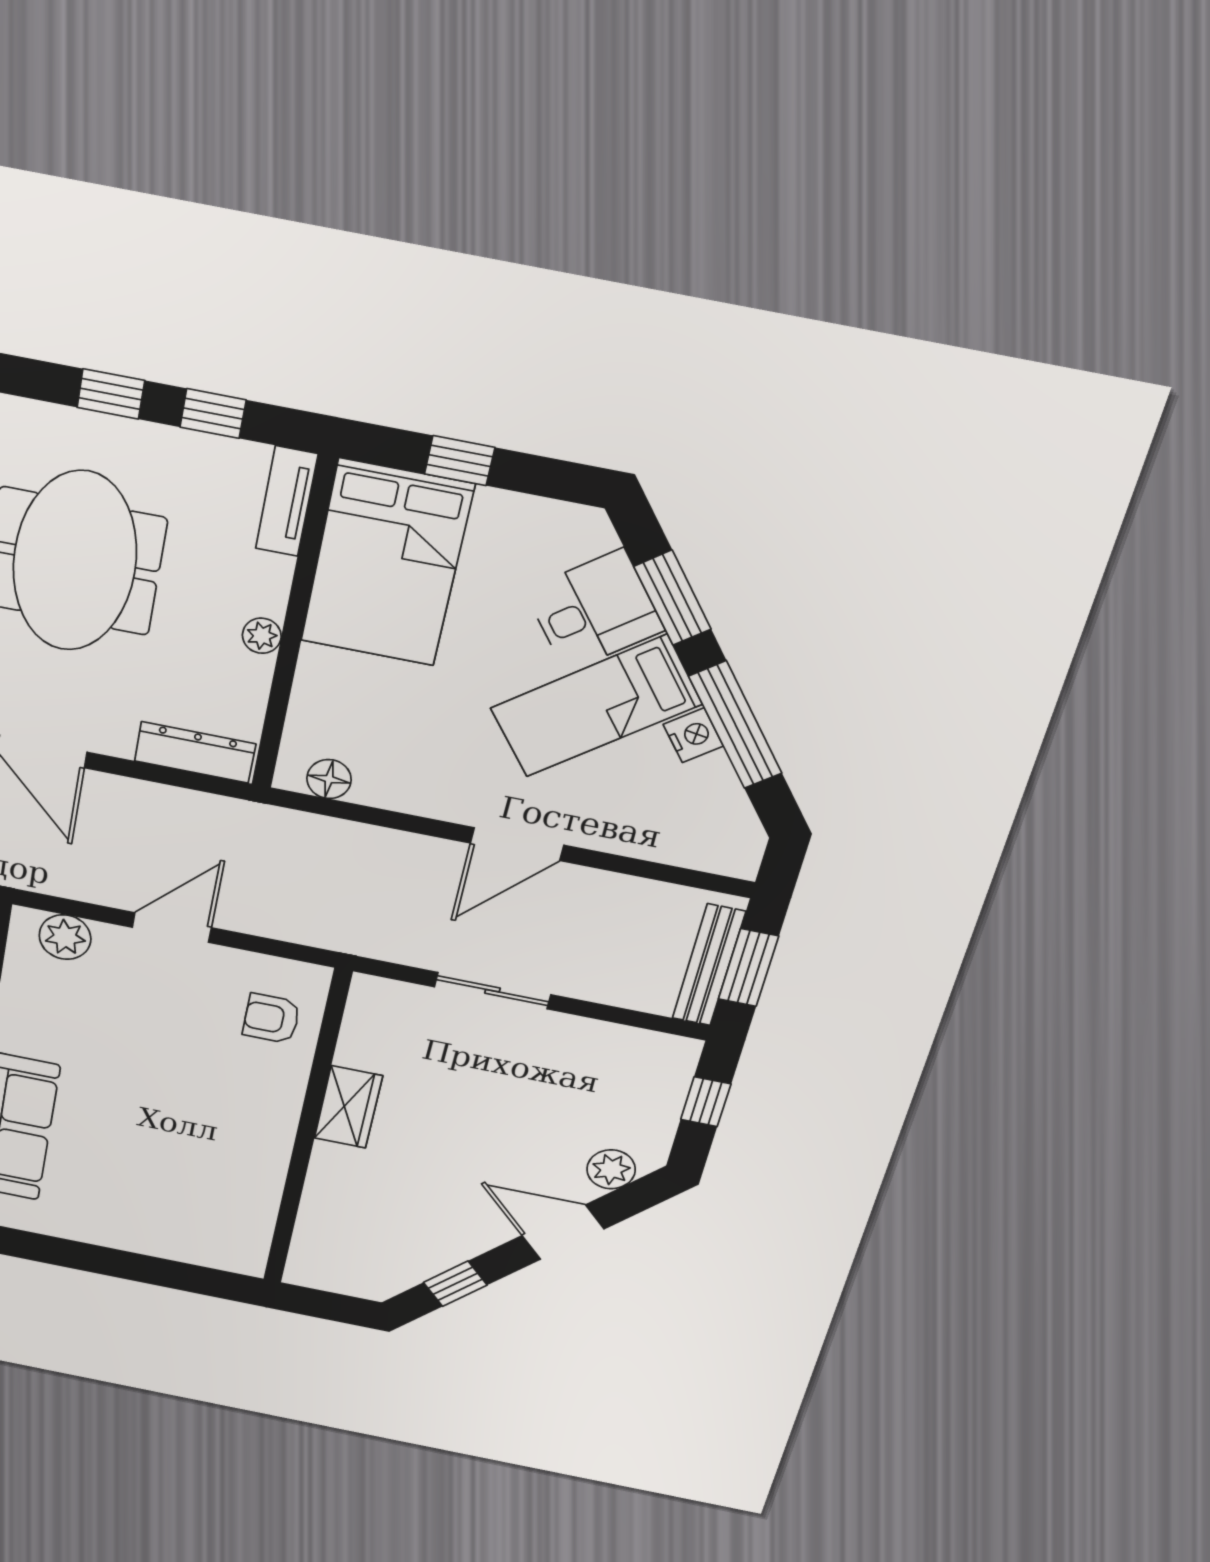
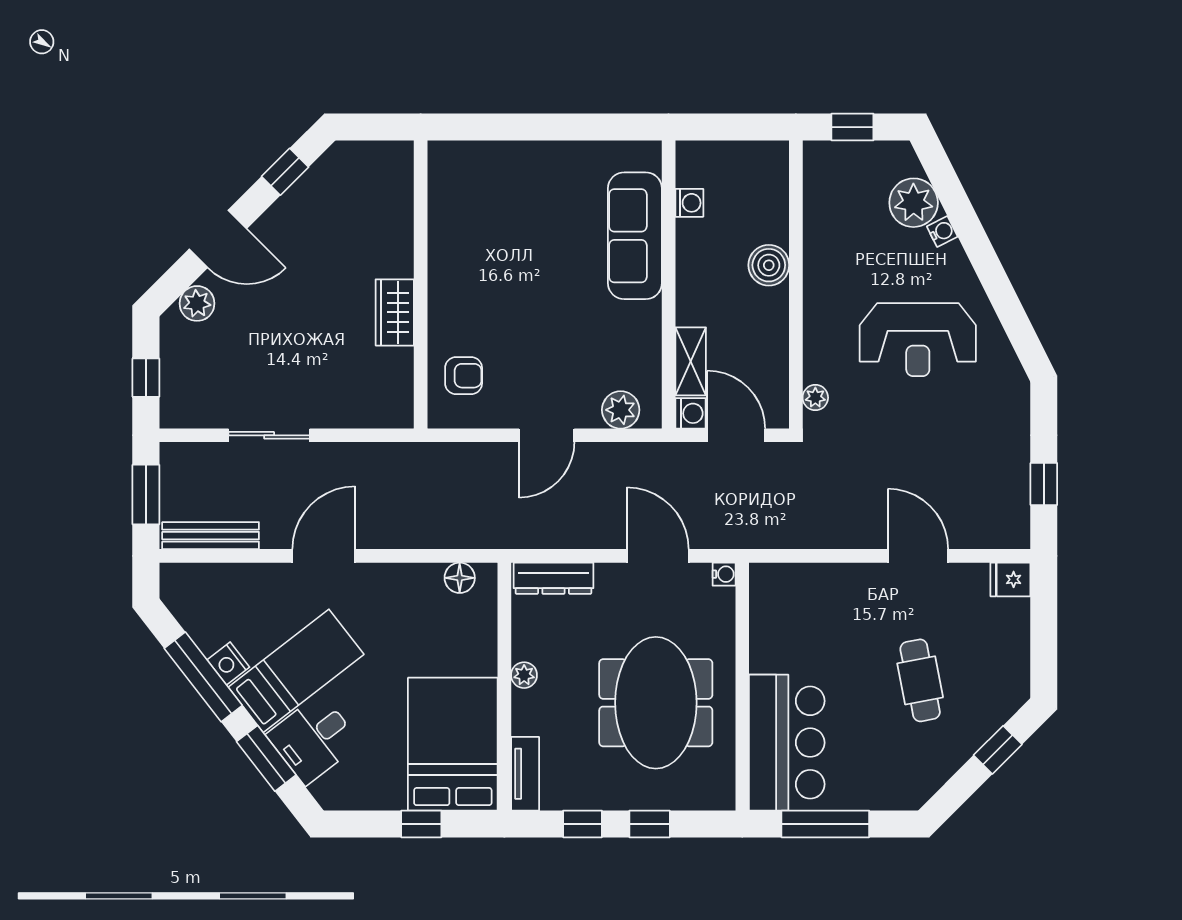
bench: (709, 965) -> (211, 536), moved, turned 90
sliding door: (492, 991) -> (269, 435), moved

